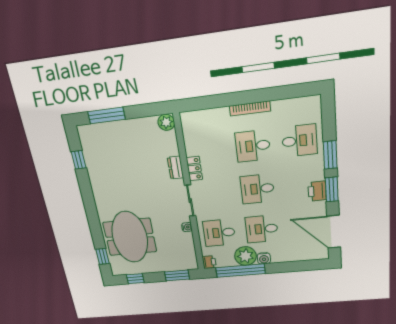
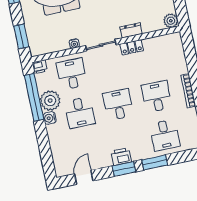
desk: (262, 229) -> (80, 113), turned 180
door: (334, 232) -> (84, 177), width x0.53

